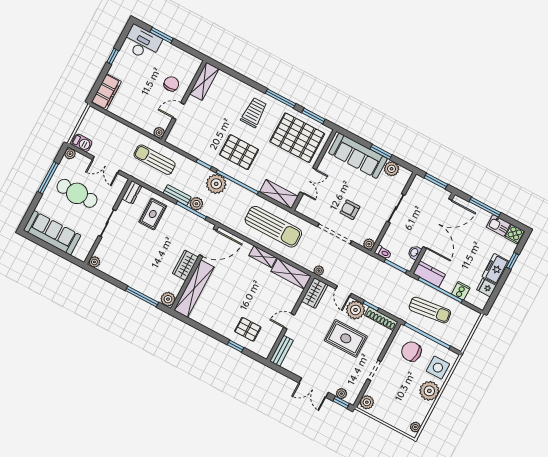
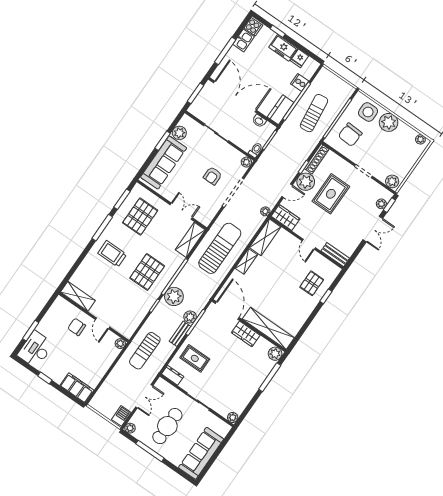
pallet: (297, 138) -> (140, 217), width x0.73, depth x0.71

